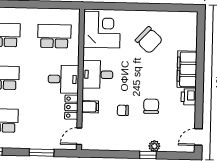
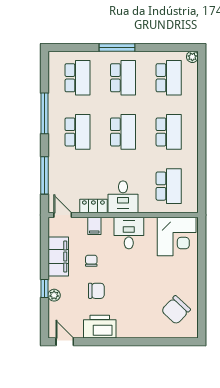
chair: (149, 40) -> (176, 310), moved
filing cabinet: (187, 69) -> (58, 257), moved, turned 90
printer: (189, 97) -> (100, 327), width x1.87, depth x1.48
window: (42, 153) -> (44, 175), width x1.44

